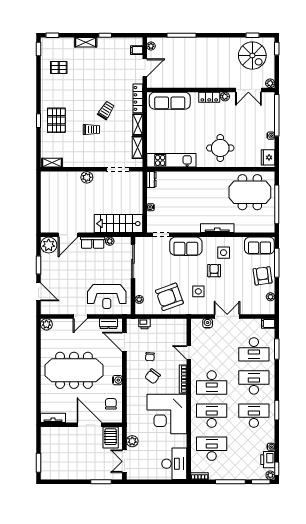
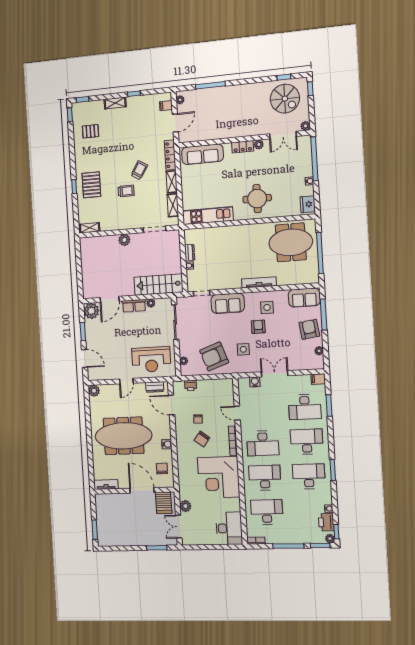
dresser: (151, 180) -> (190, 253), moved

